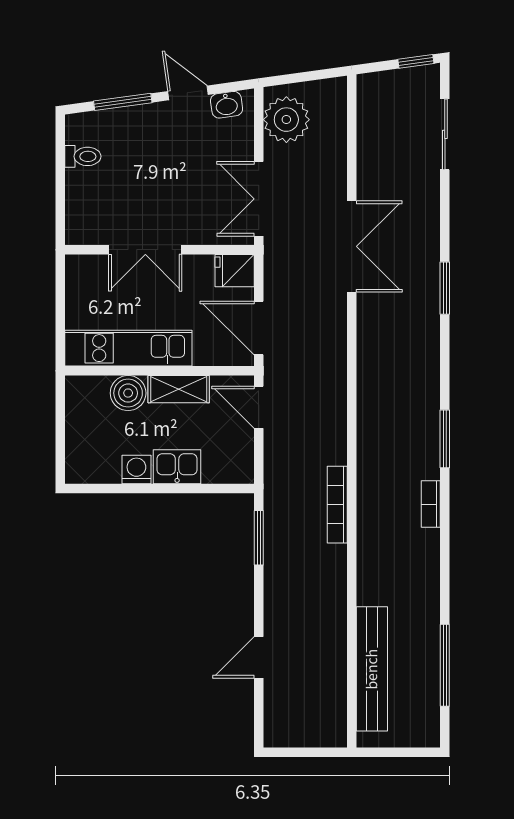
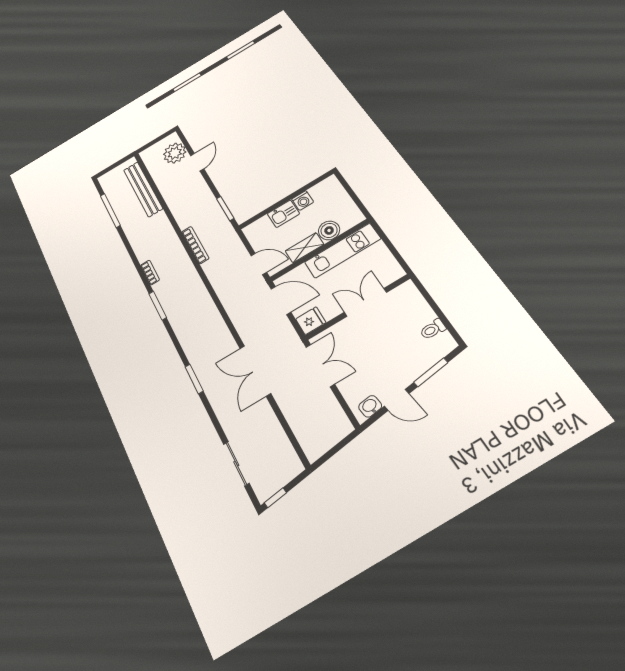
plant: (286, 120) -> (175, 153), moved

